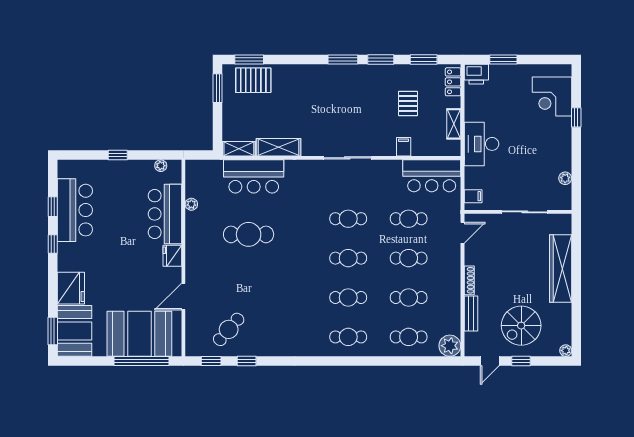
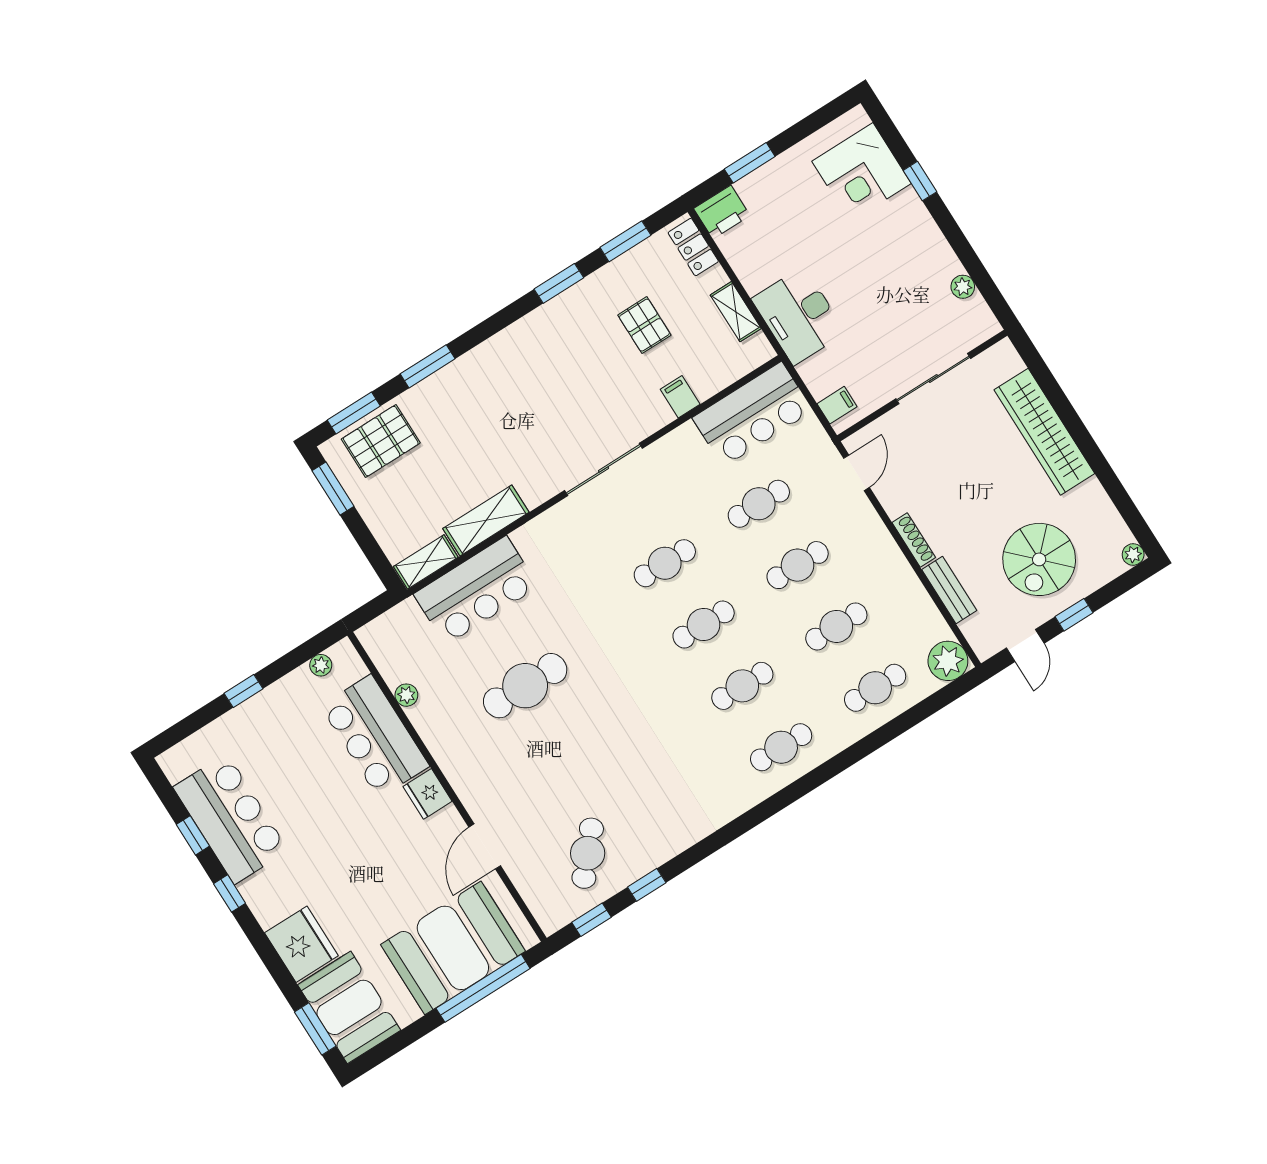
window: (343, 60) -> (428, 366), moved

